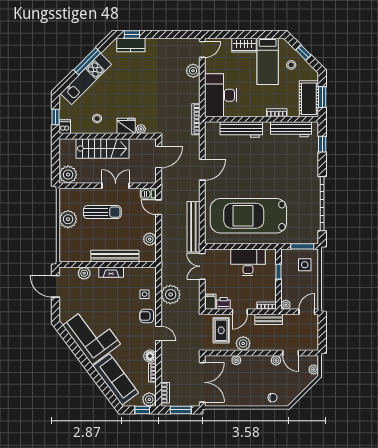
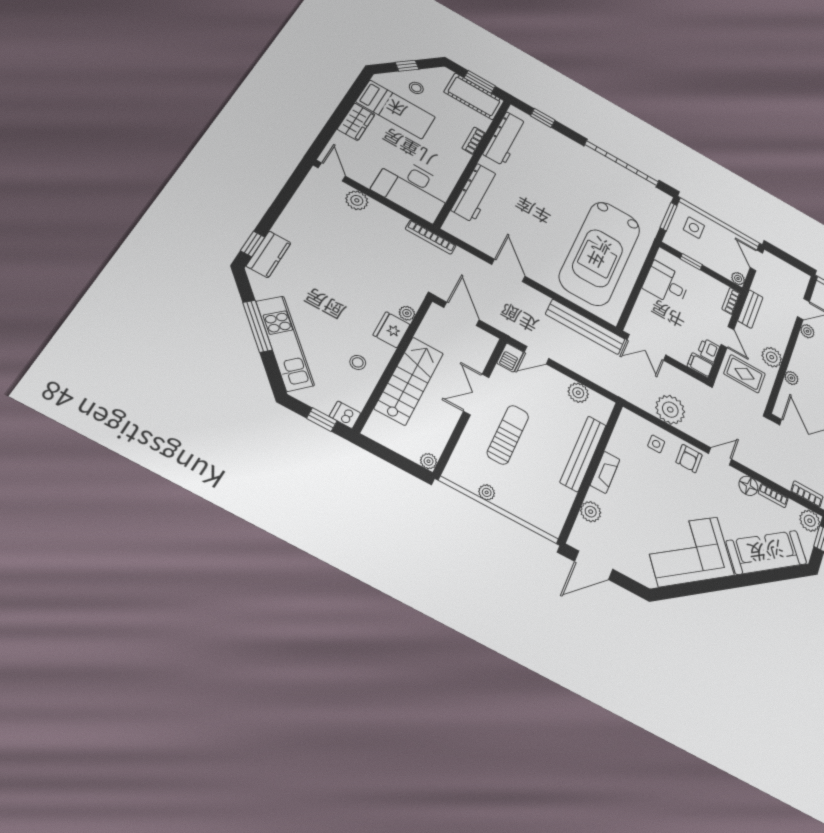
plant: (68, 175) -> (429, 461), width x0.53, depth x0.53
plant: (68, 219) -> (487, 492), width x0.53, depth x0.53
desk: (248, 262) -> (666, 284), width x0.73

